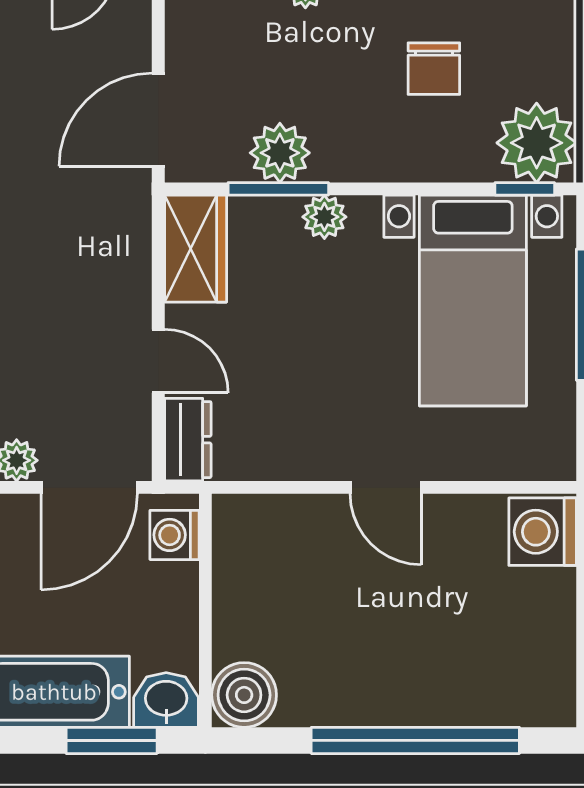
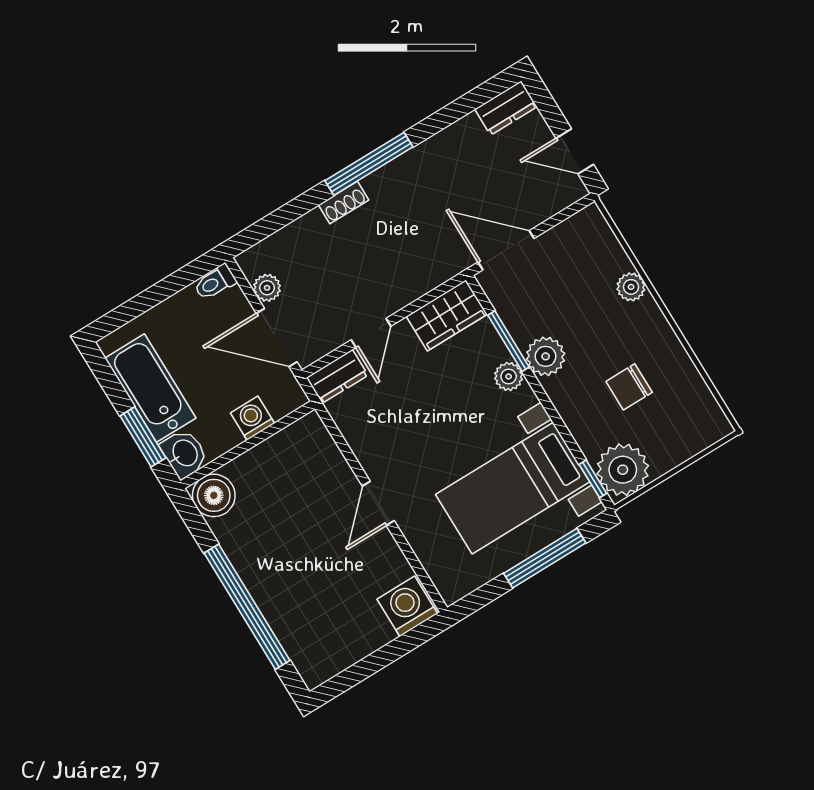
plant: (280, 153) -> (546, 356), moved
washing machine: (175, 535) -> (252, 418), moved

